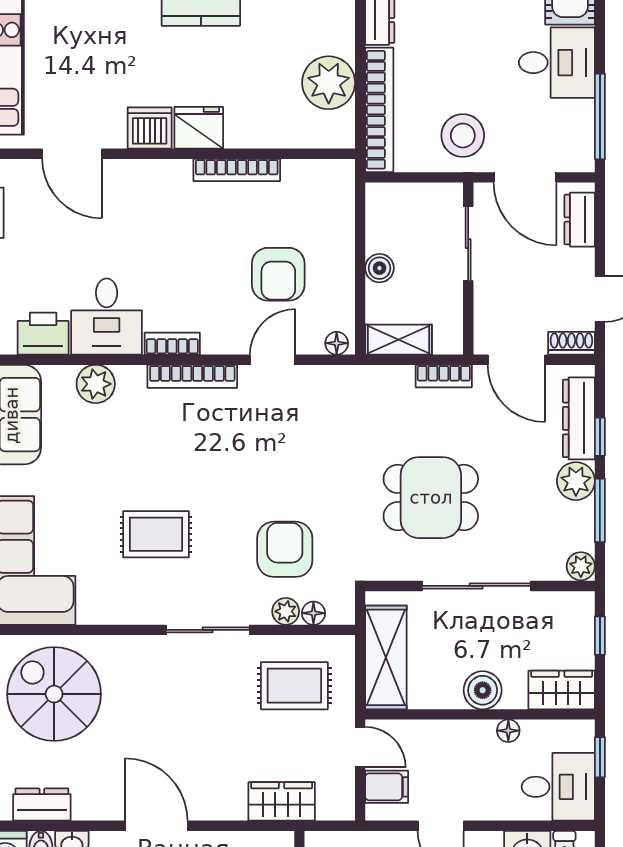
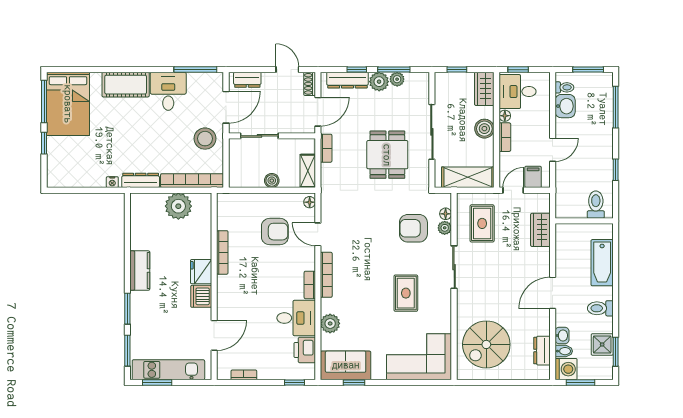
plant: (581, 566) -> (397, 79), moved
bookcase: (466, 731) -> (505, 137), added
desk: (558, 787) -> (518, 92), moved, turned -90

